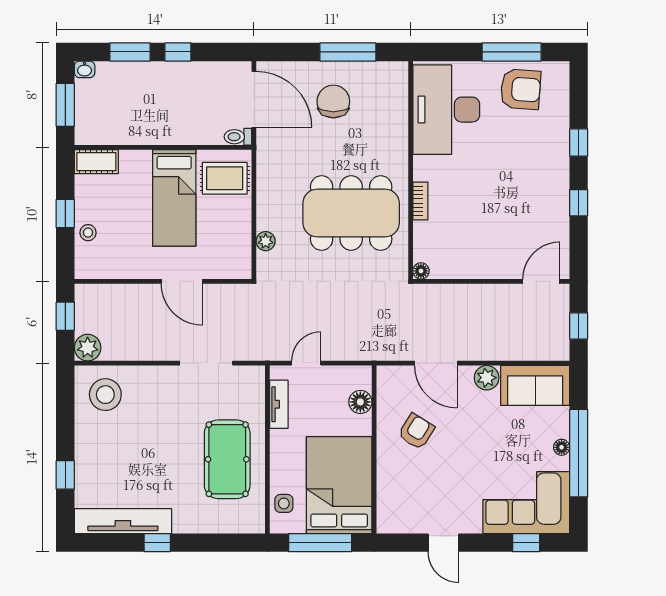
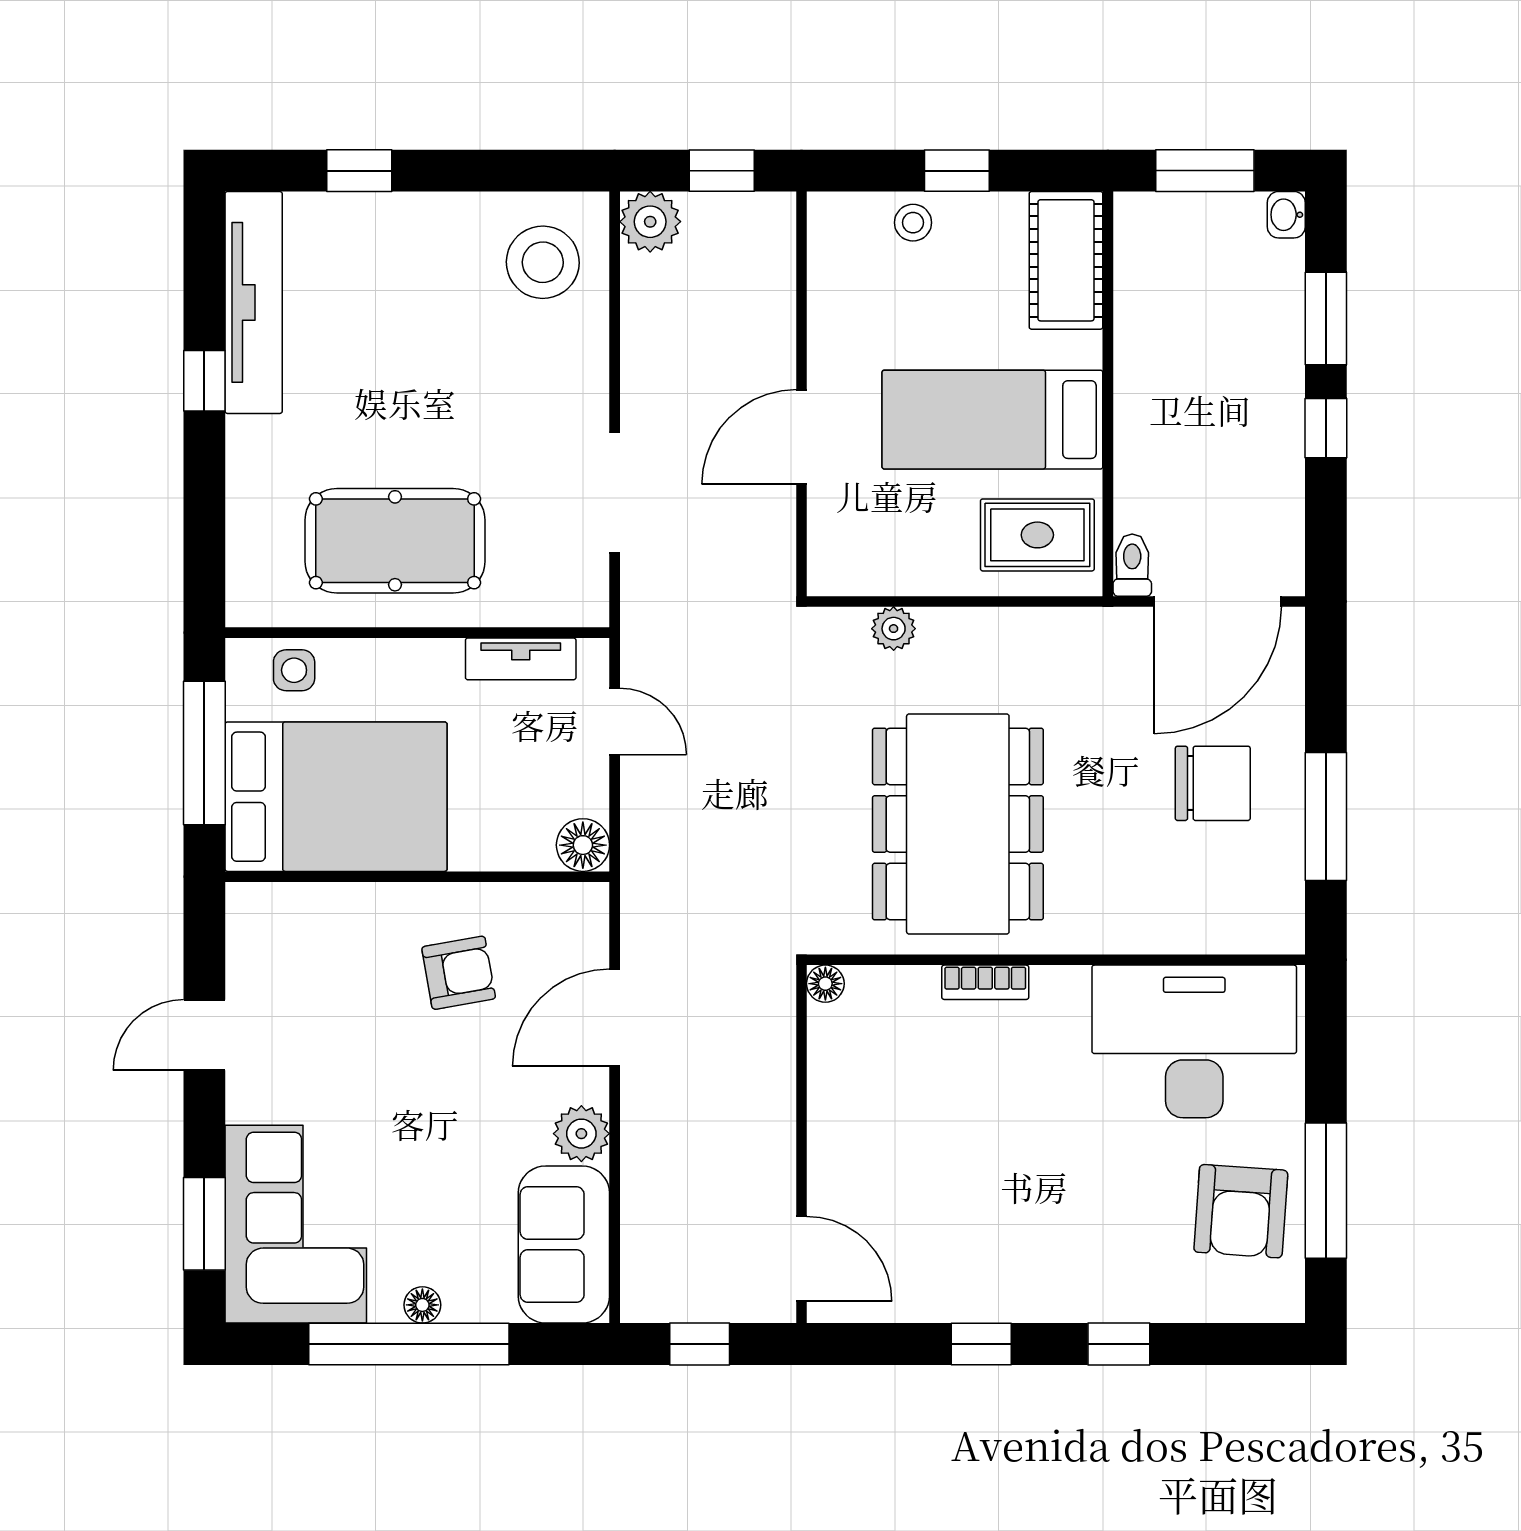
cot: (96, 162) -> (1066, 260), width x1.37, depth x1.34
rug: (225, 178) -> (1037, 535), turned 90
floor lamp: (360, 402) -> (583, 845), moved
armchair: (416, 431) -> (459, 973), turned -42
window: (526, 543) -> (204, 1224), width x1.50

